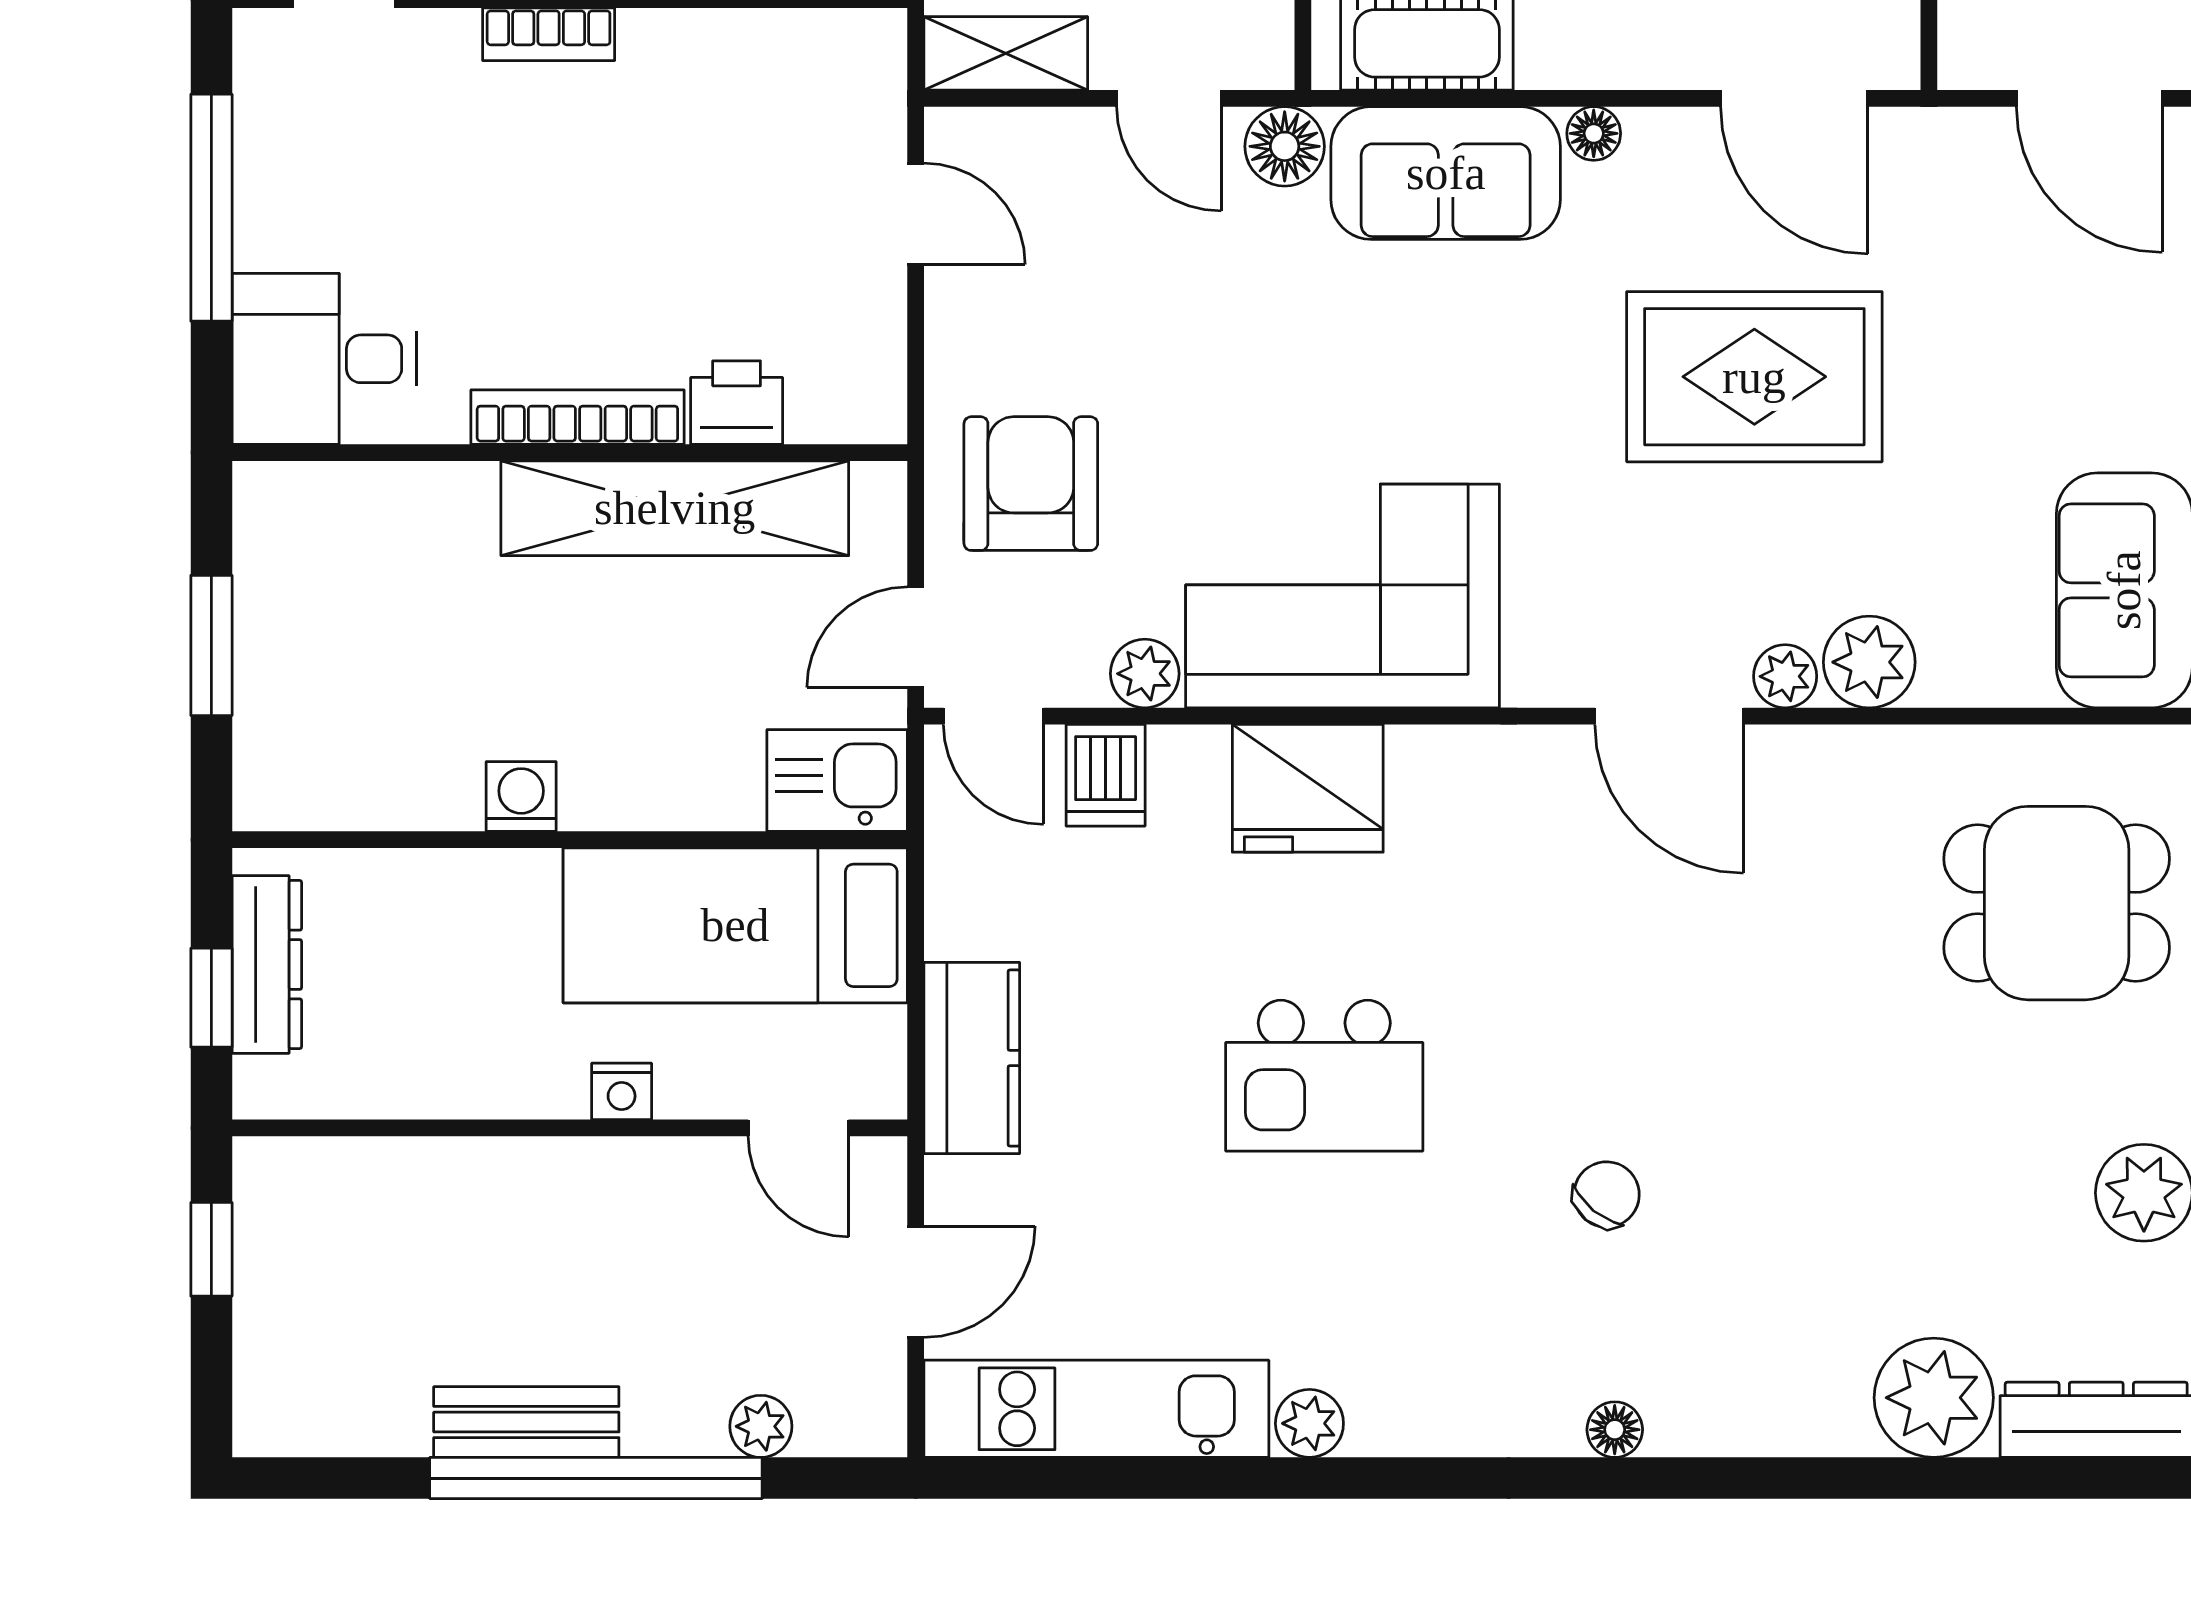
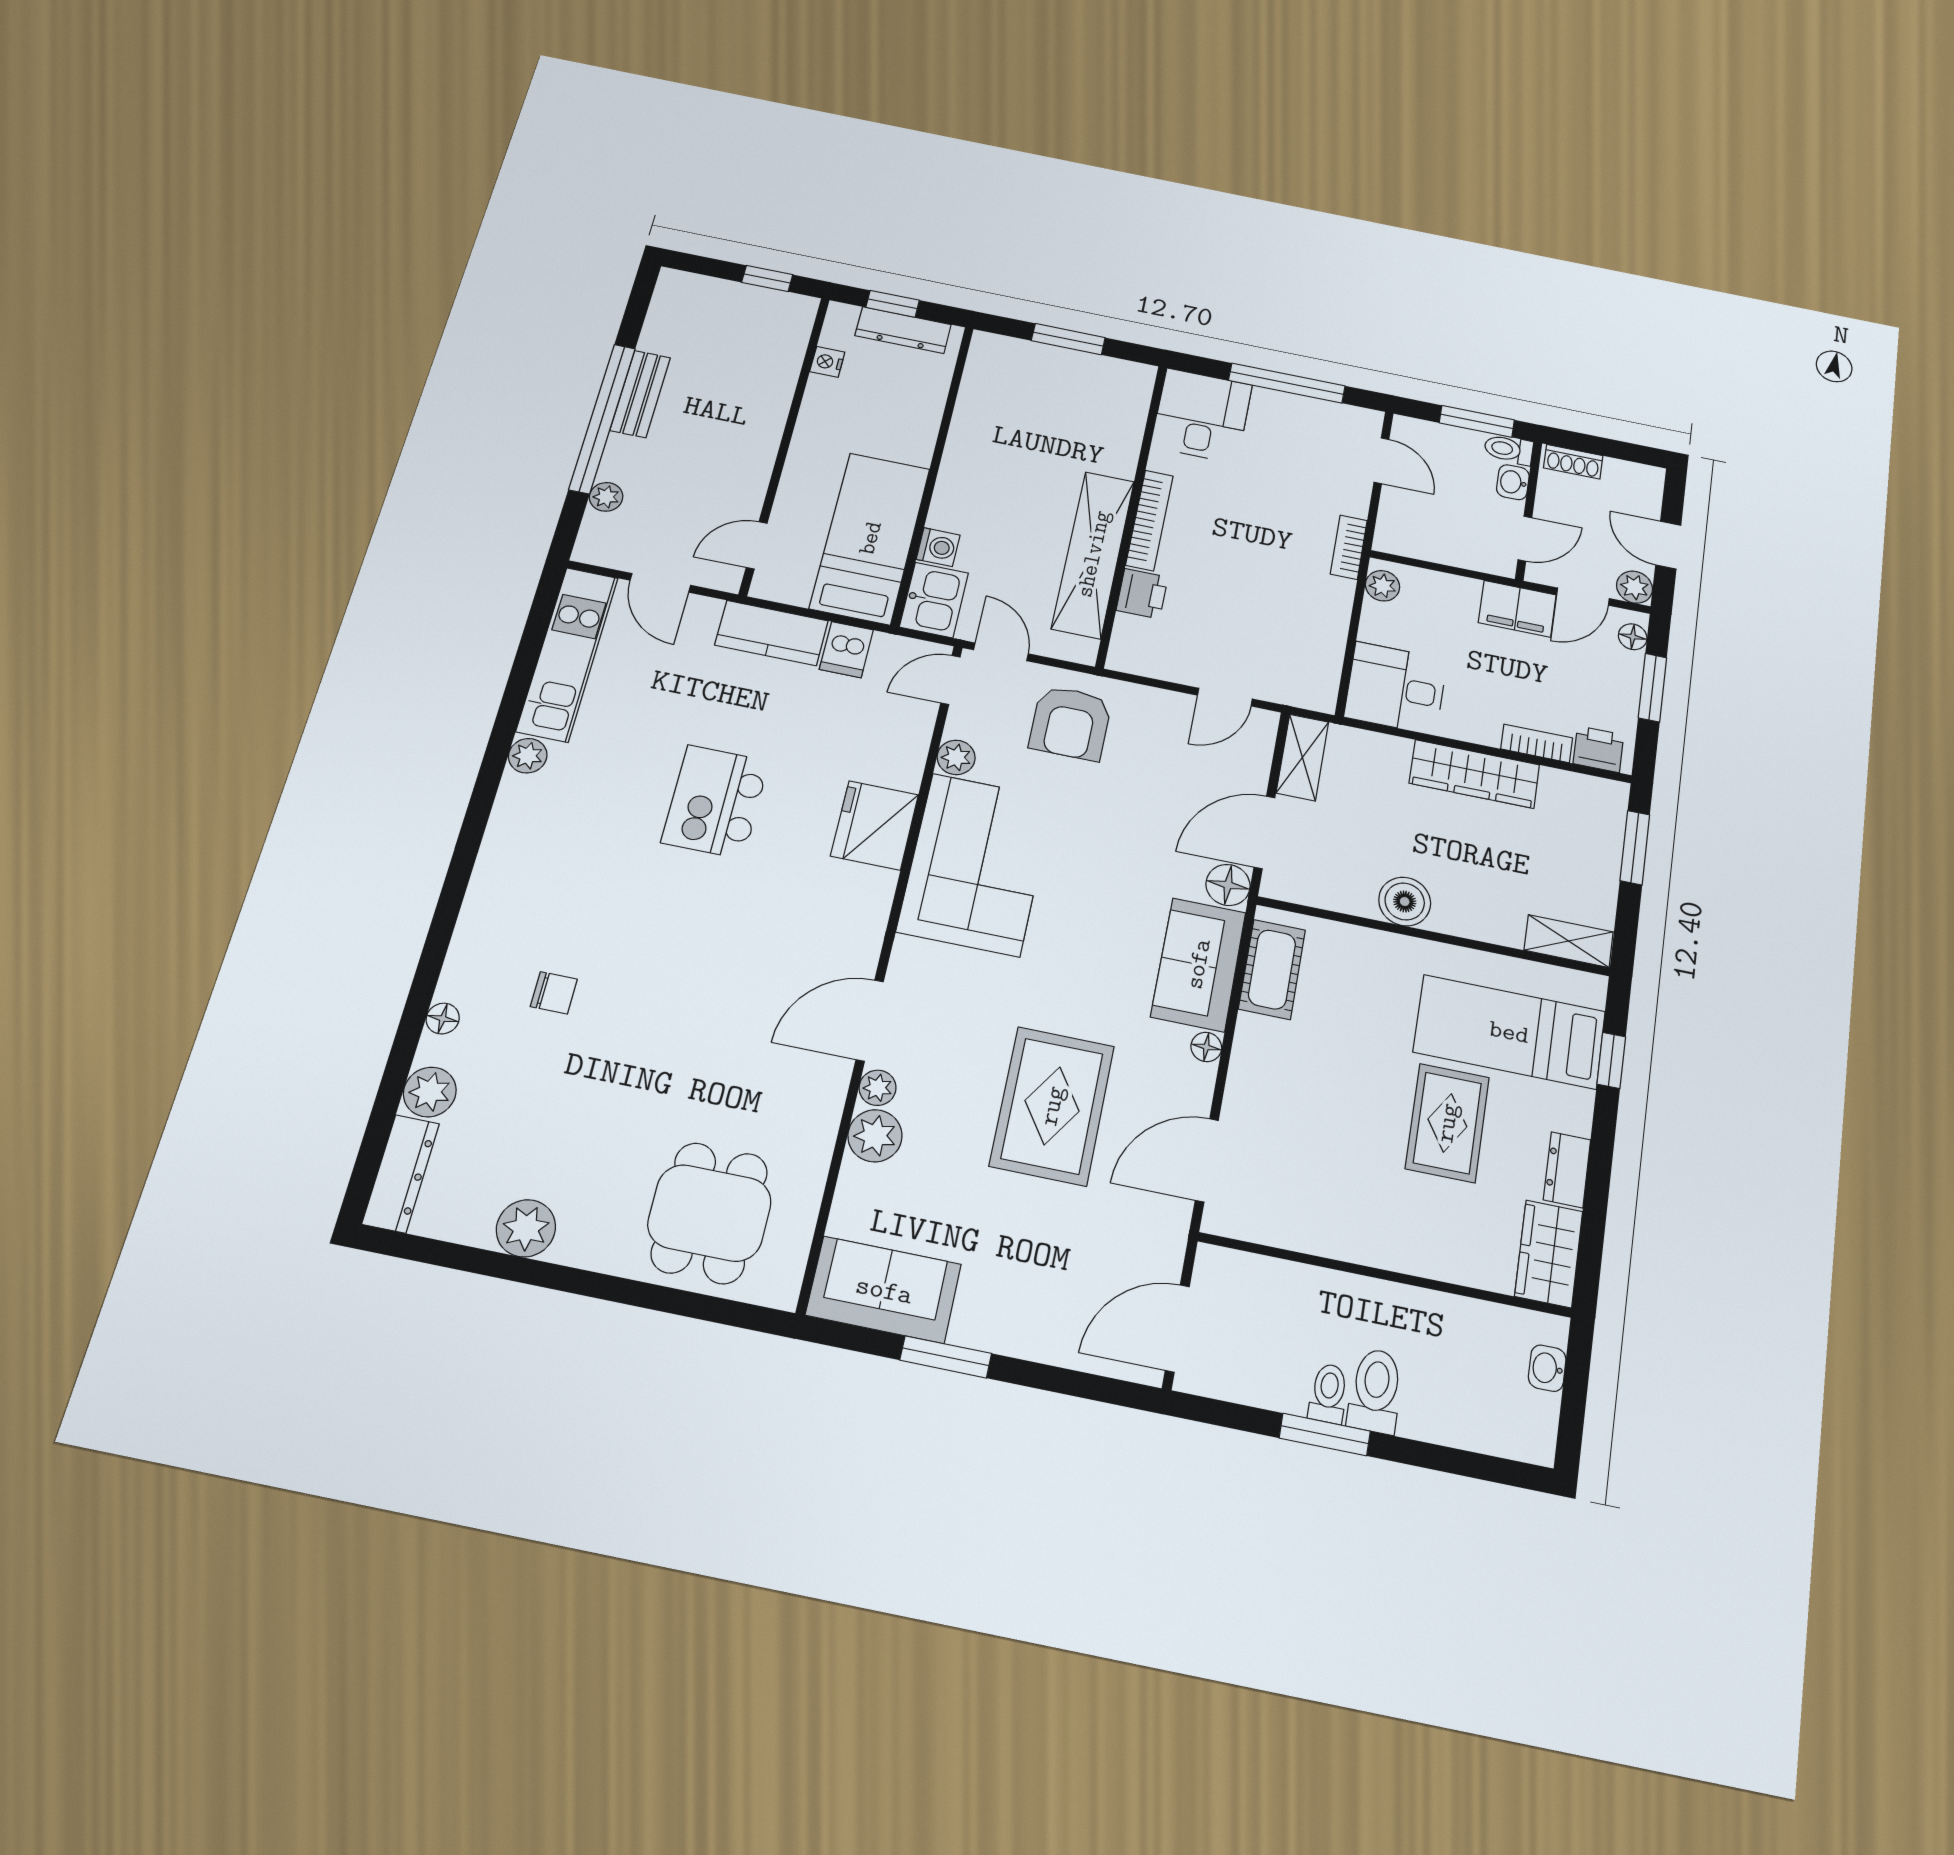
door: (1169, 98) -> (1264, 832), width x1.38
armchair: (1031, 484) -> (1070, 723), turned 90
dishwasher: (1106, 775) -> (846, 650), moved, turned -90
washing machine: (521, 797) -> (938, 547), moved
nightstand: (622, 1091) -> (827, 362), moved
chair: (1607, 1195) -> (554, 993), moved, turned -39
plant: (1934, 1398) -> (430, 1092), width x0.73, depth x0.73
floor lamp: (1615, 1430) -> (443, 1019), moved

